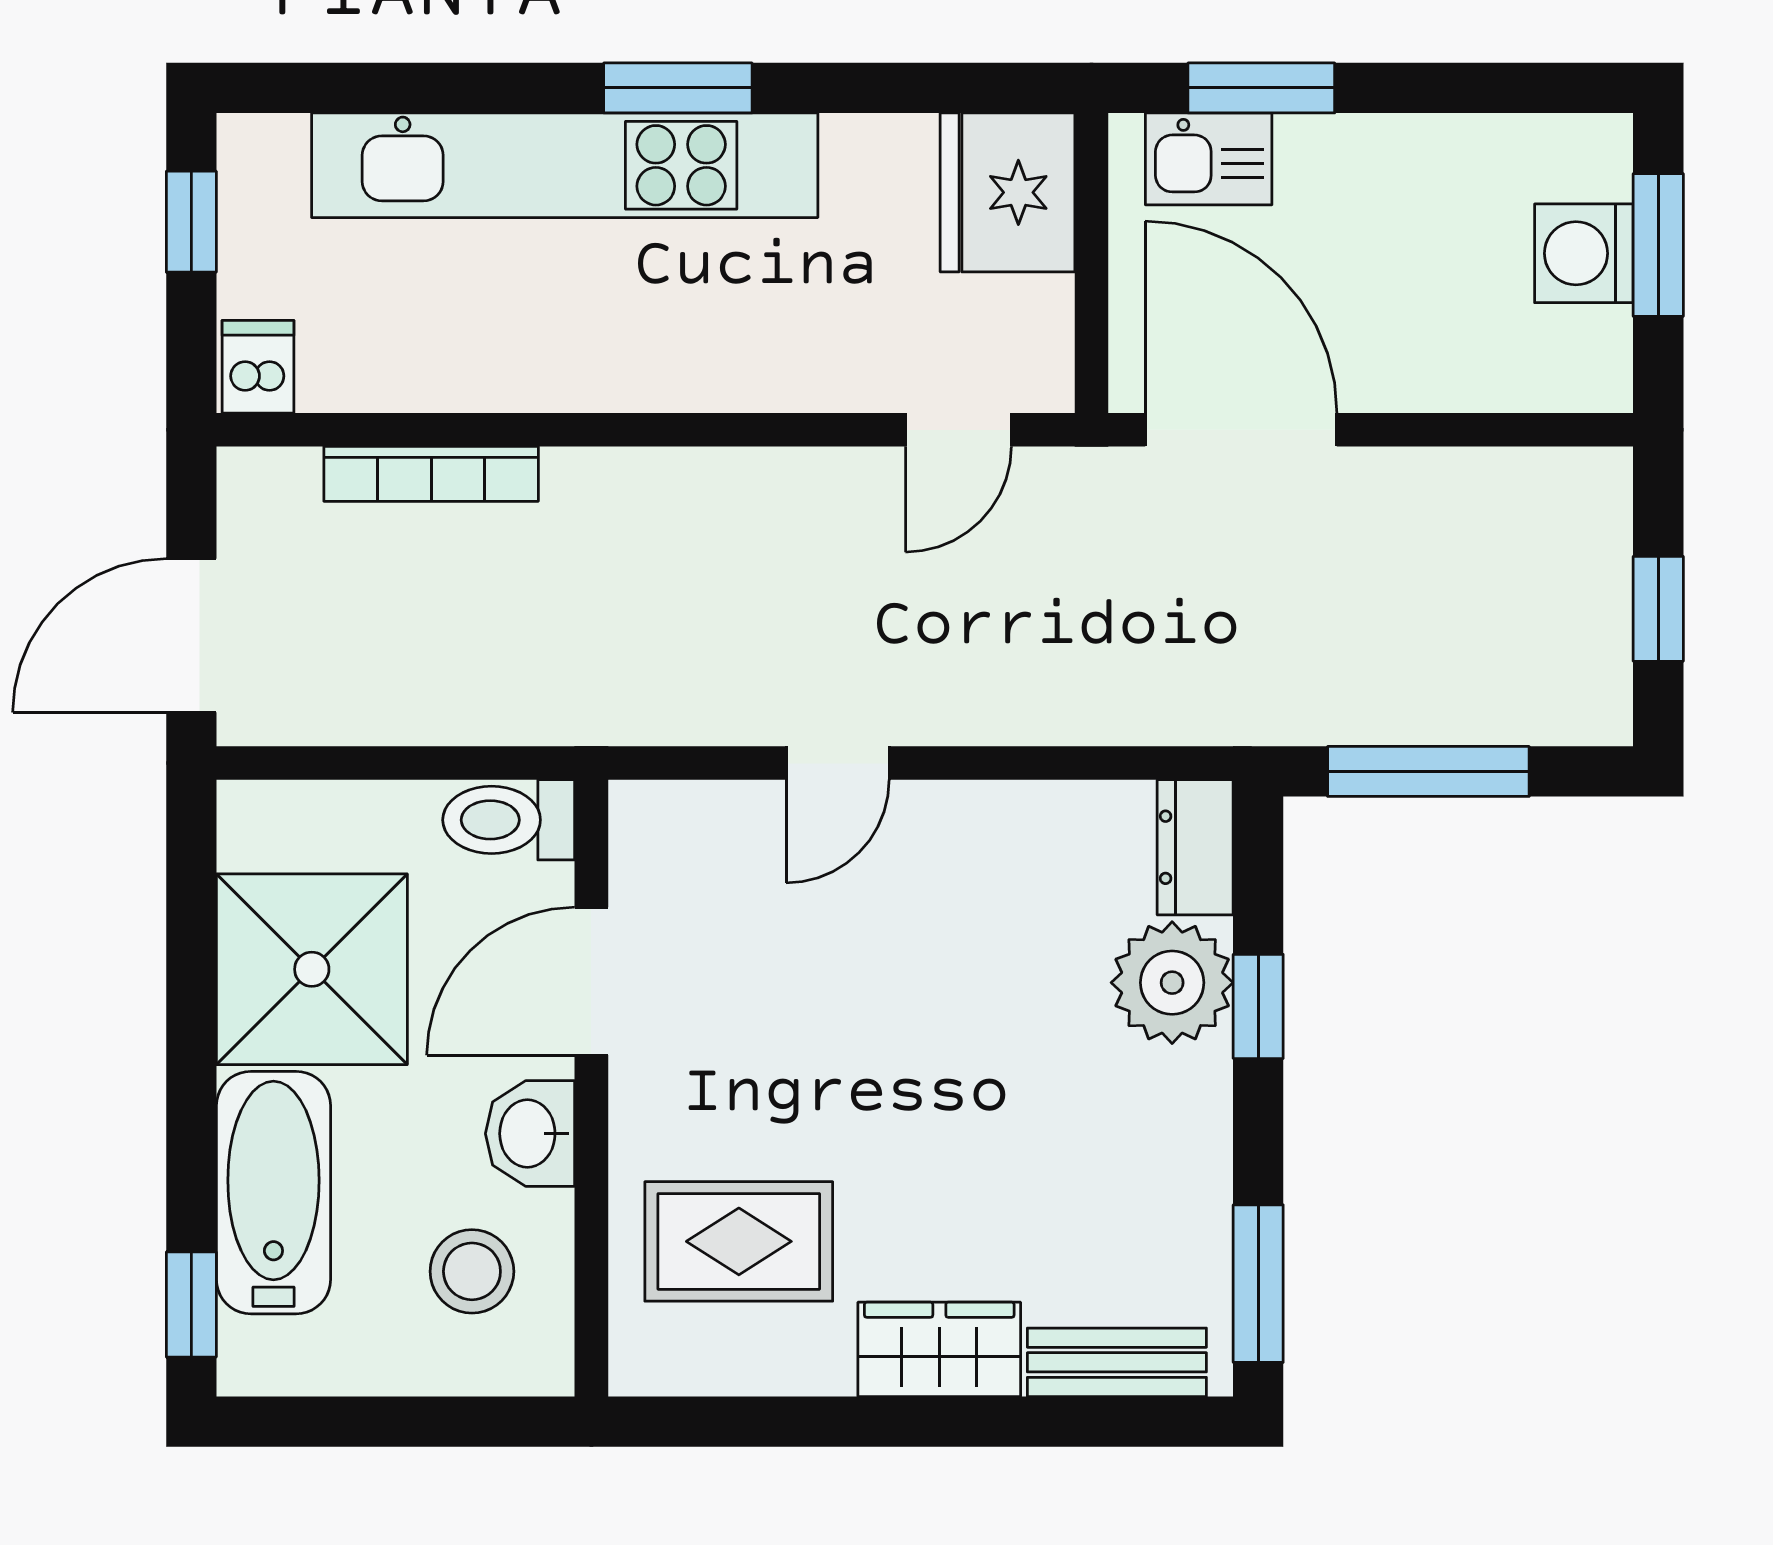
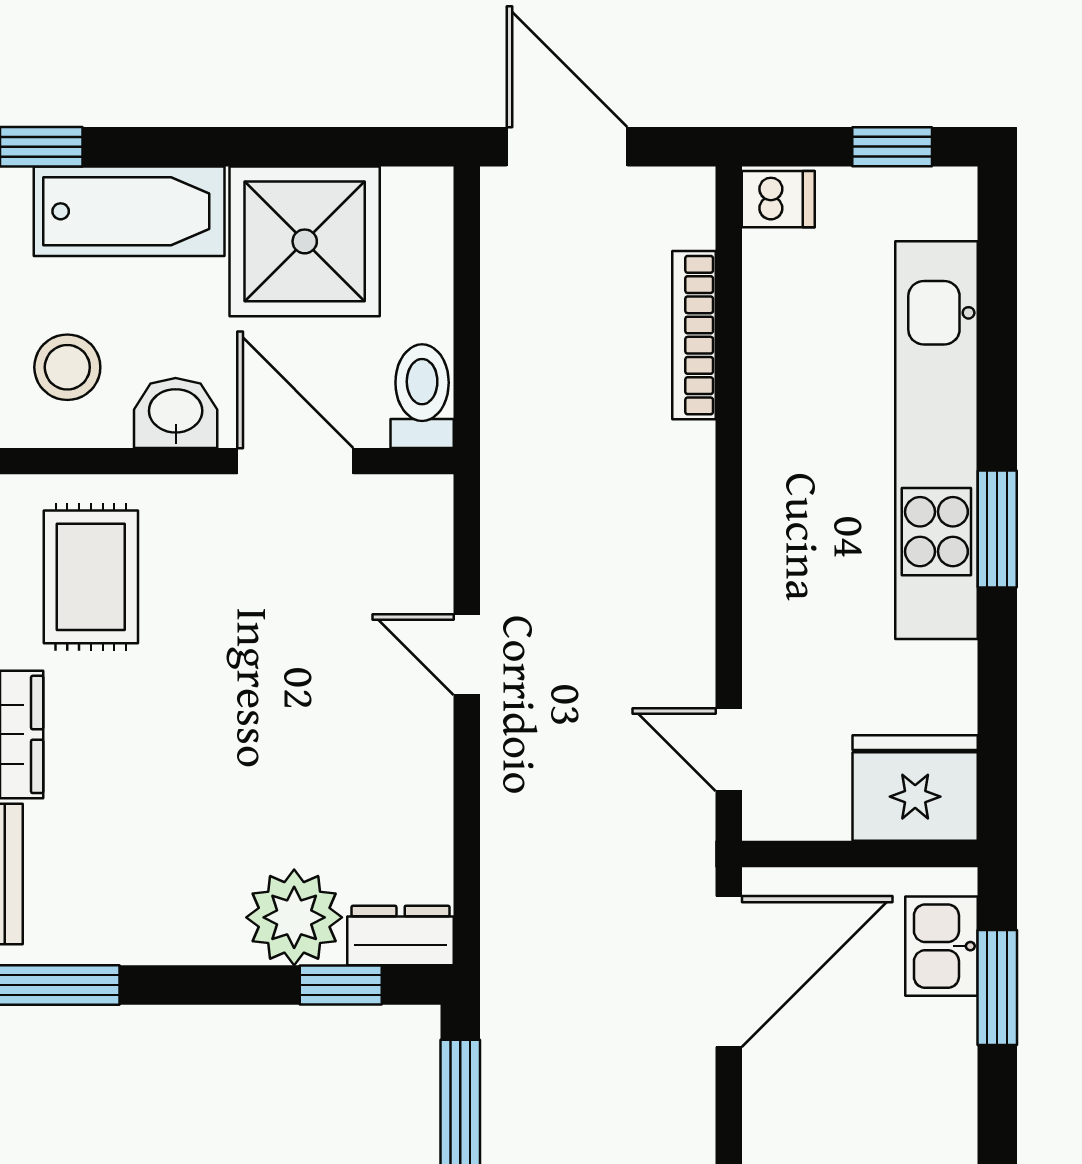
window: (1258, 1006) -> (341, 985), moved

